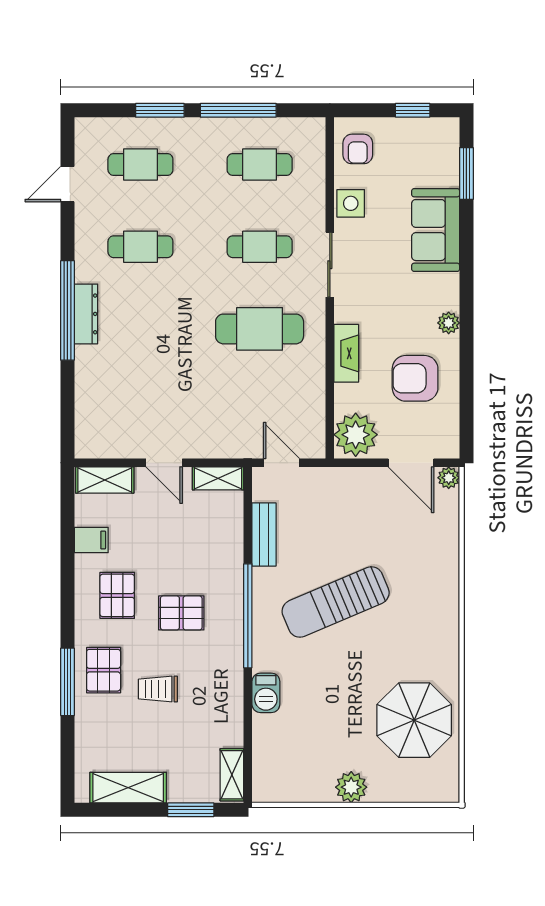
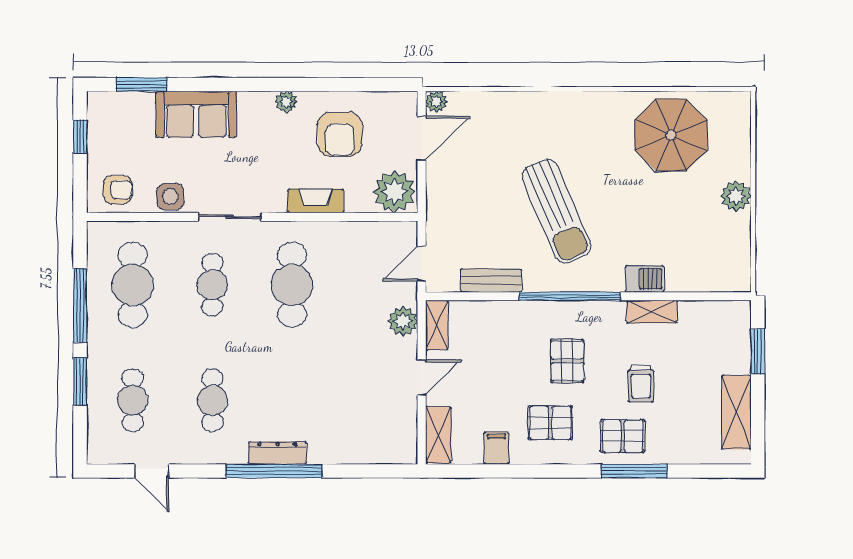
cafe table: (260, 165) -> (133, 285), width x1.37, depth x1.35
plant: (222, 443) -> (403, 321), added
shelving: (232, 775) -> (652, 312), moved

